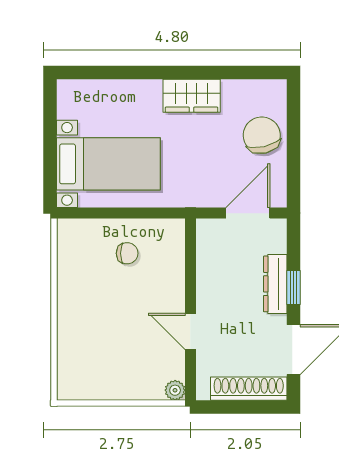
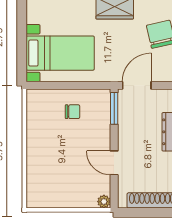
door: (248, 213) -> (137, 85), moved
window: (190, 248) -> (114, 108), added

